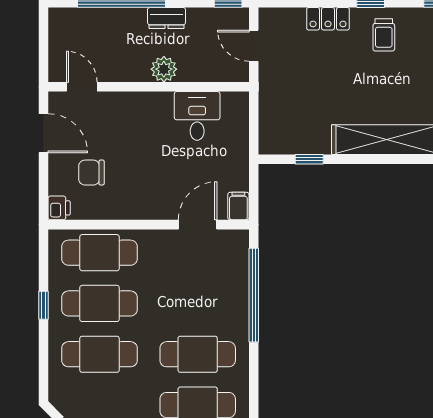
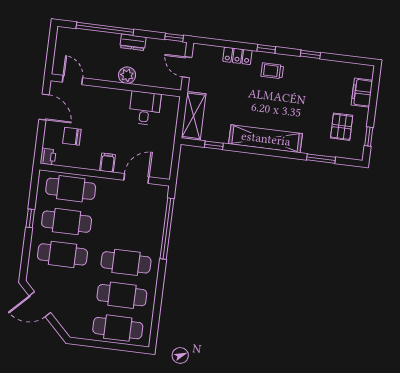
trolley: (384, 35) -> (272, 71), turned 90
shelving: (273, 118) -> (194, 116), added
filing cabinet: (238, 206) -> (108, 163), moved

